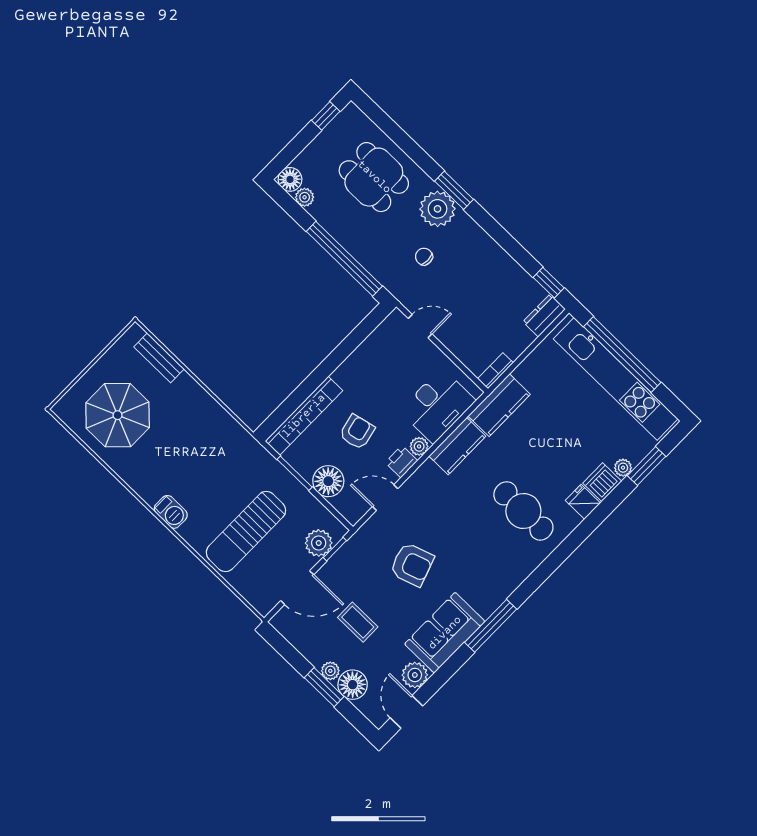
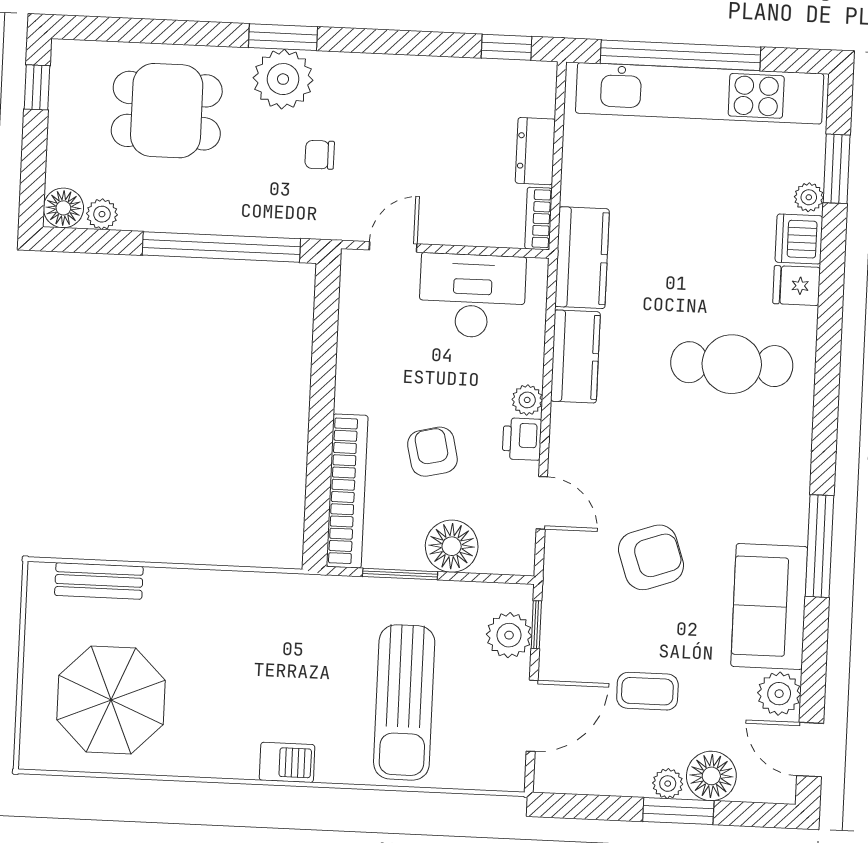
dresser: (544, 315) -> (535, 151), moved
desk: (437, 406) -> (472, 296), moved, turned -90
door: (385, 498) -> (542, 503), swing flipped

